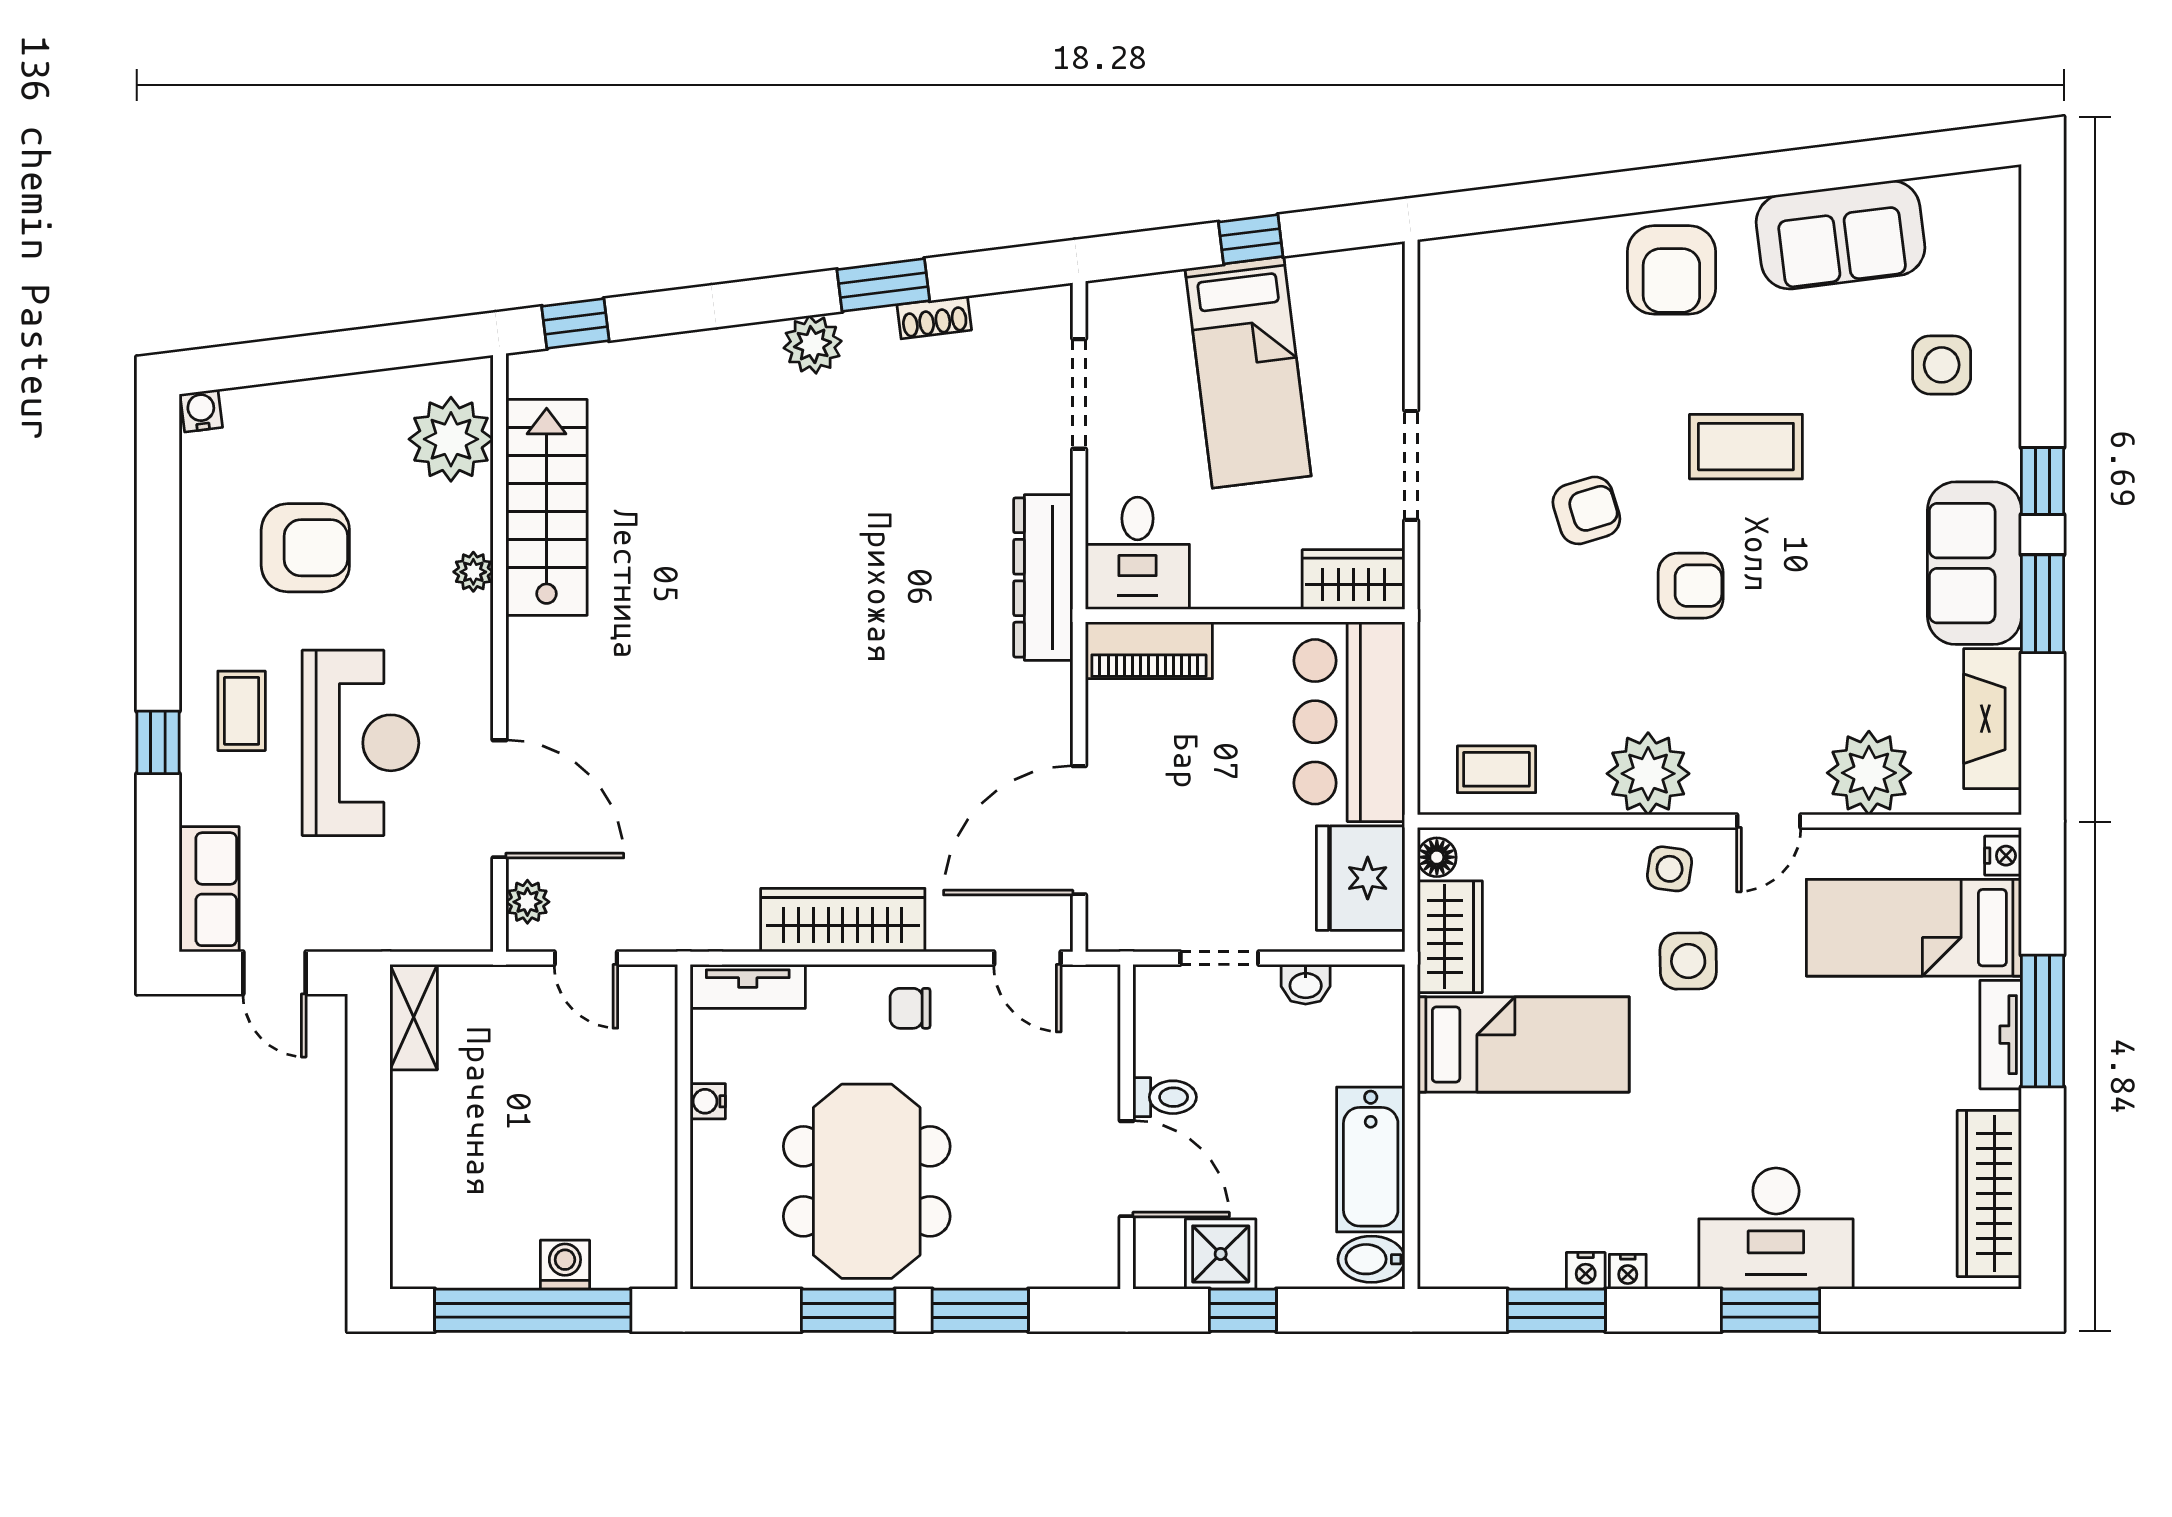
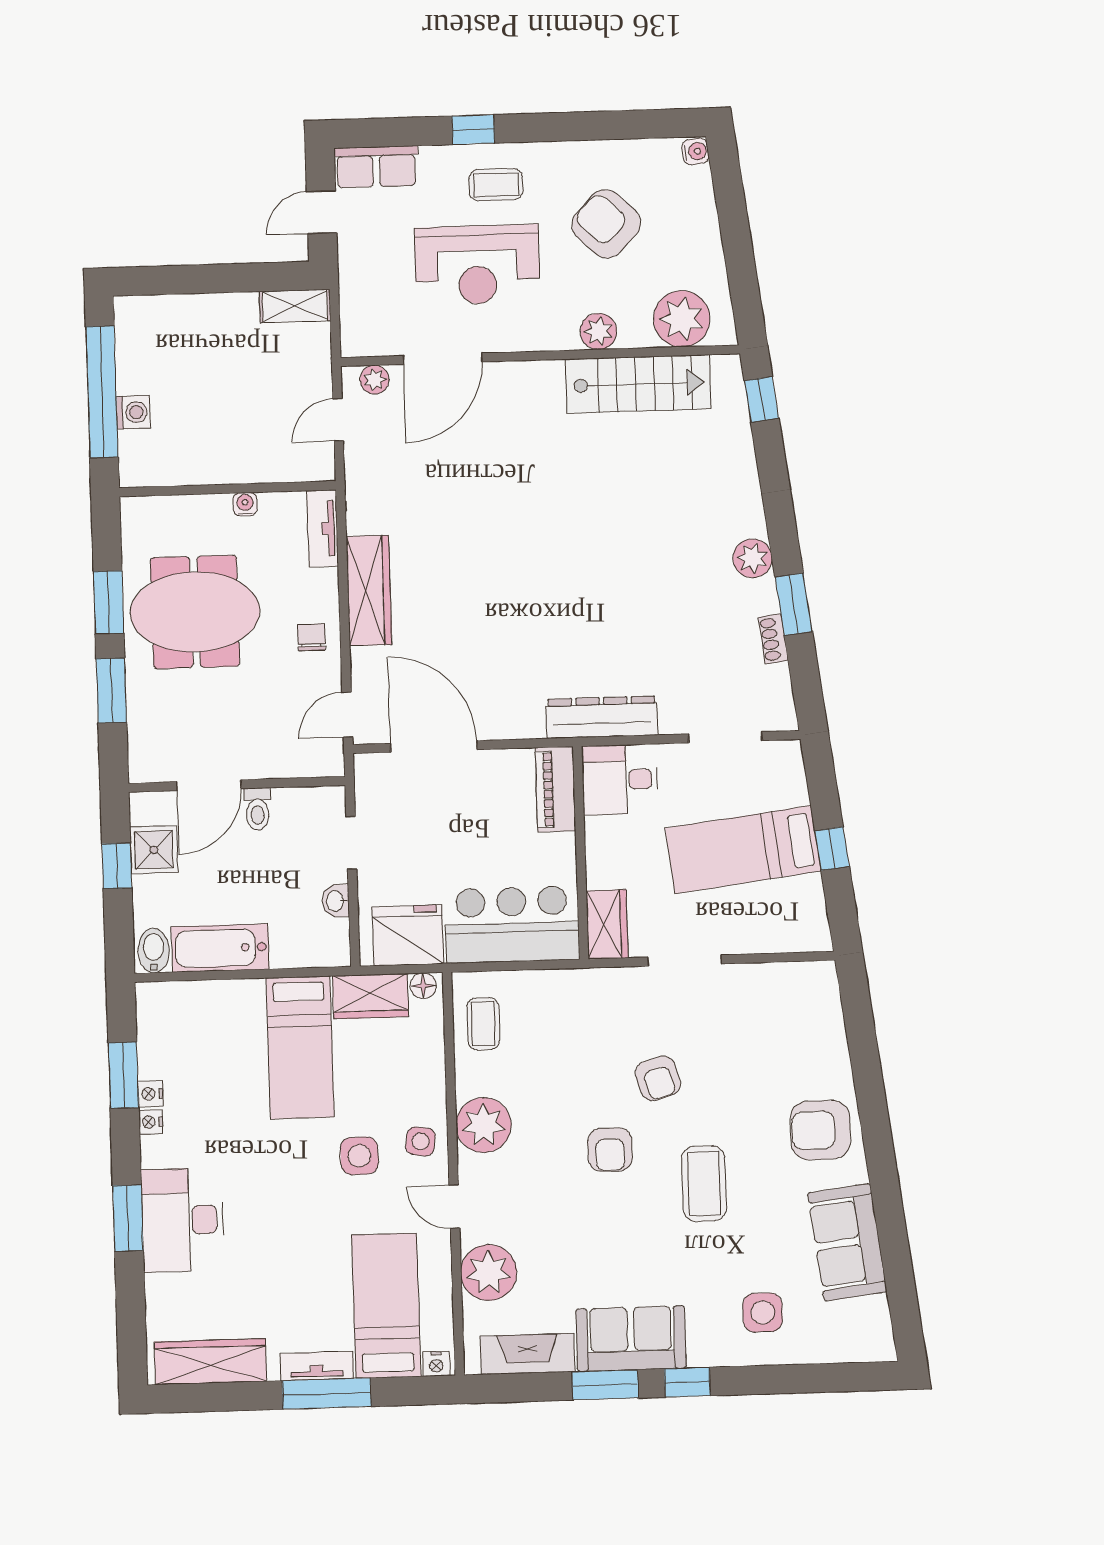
armchair: (305, 548) -> (606, 224), turned 134
plant: (473, 572) -> (599, 331), width x1.38, depth x1.38

